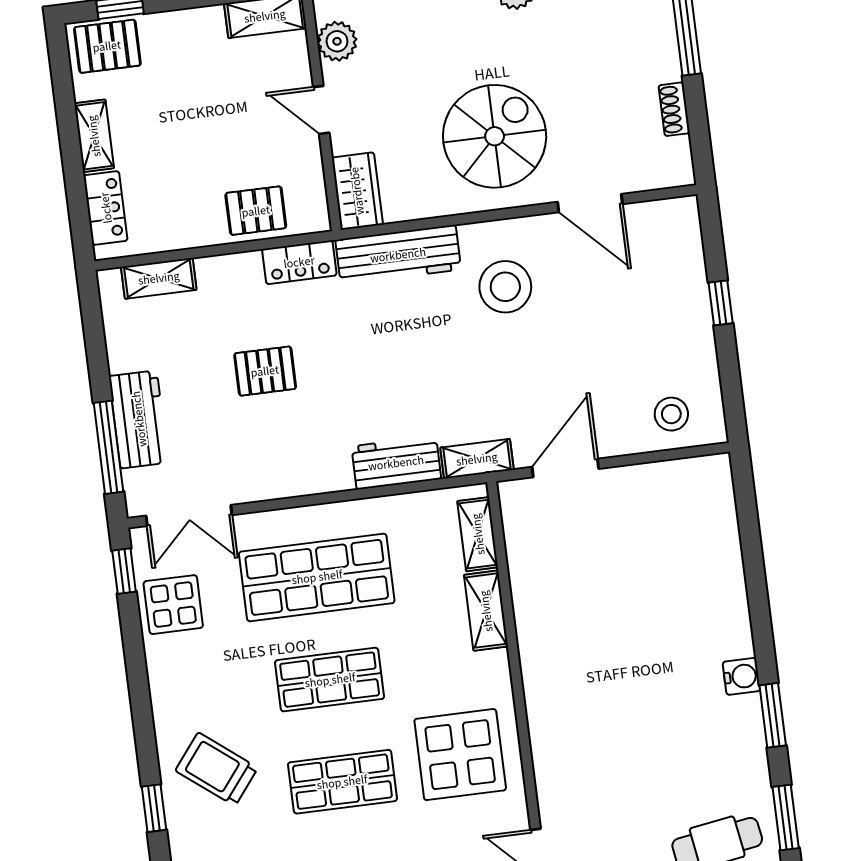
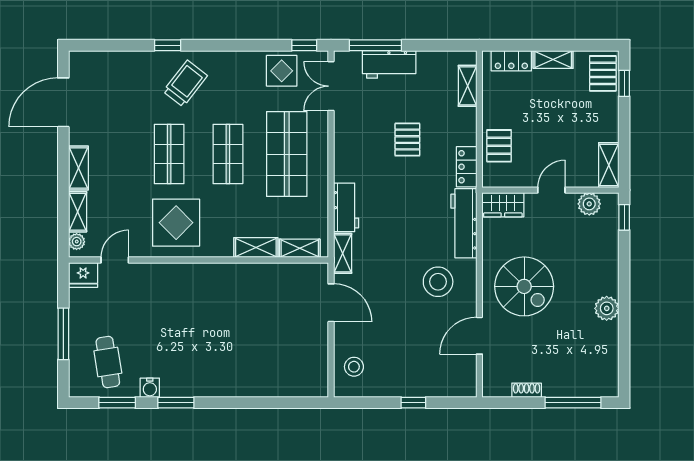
water cooler: (741, 676) -> (150, 388), moved

